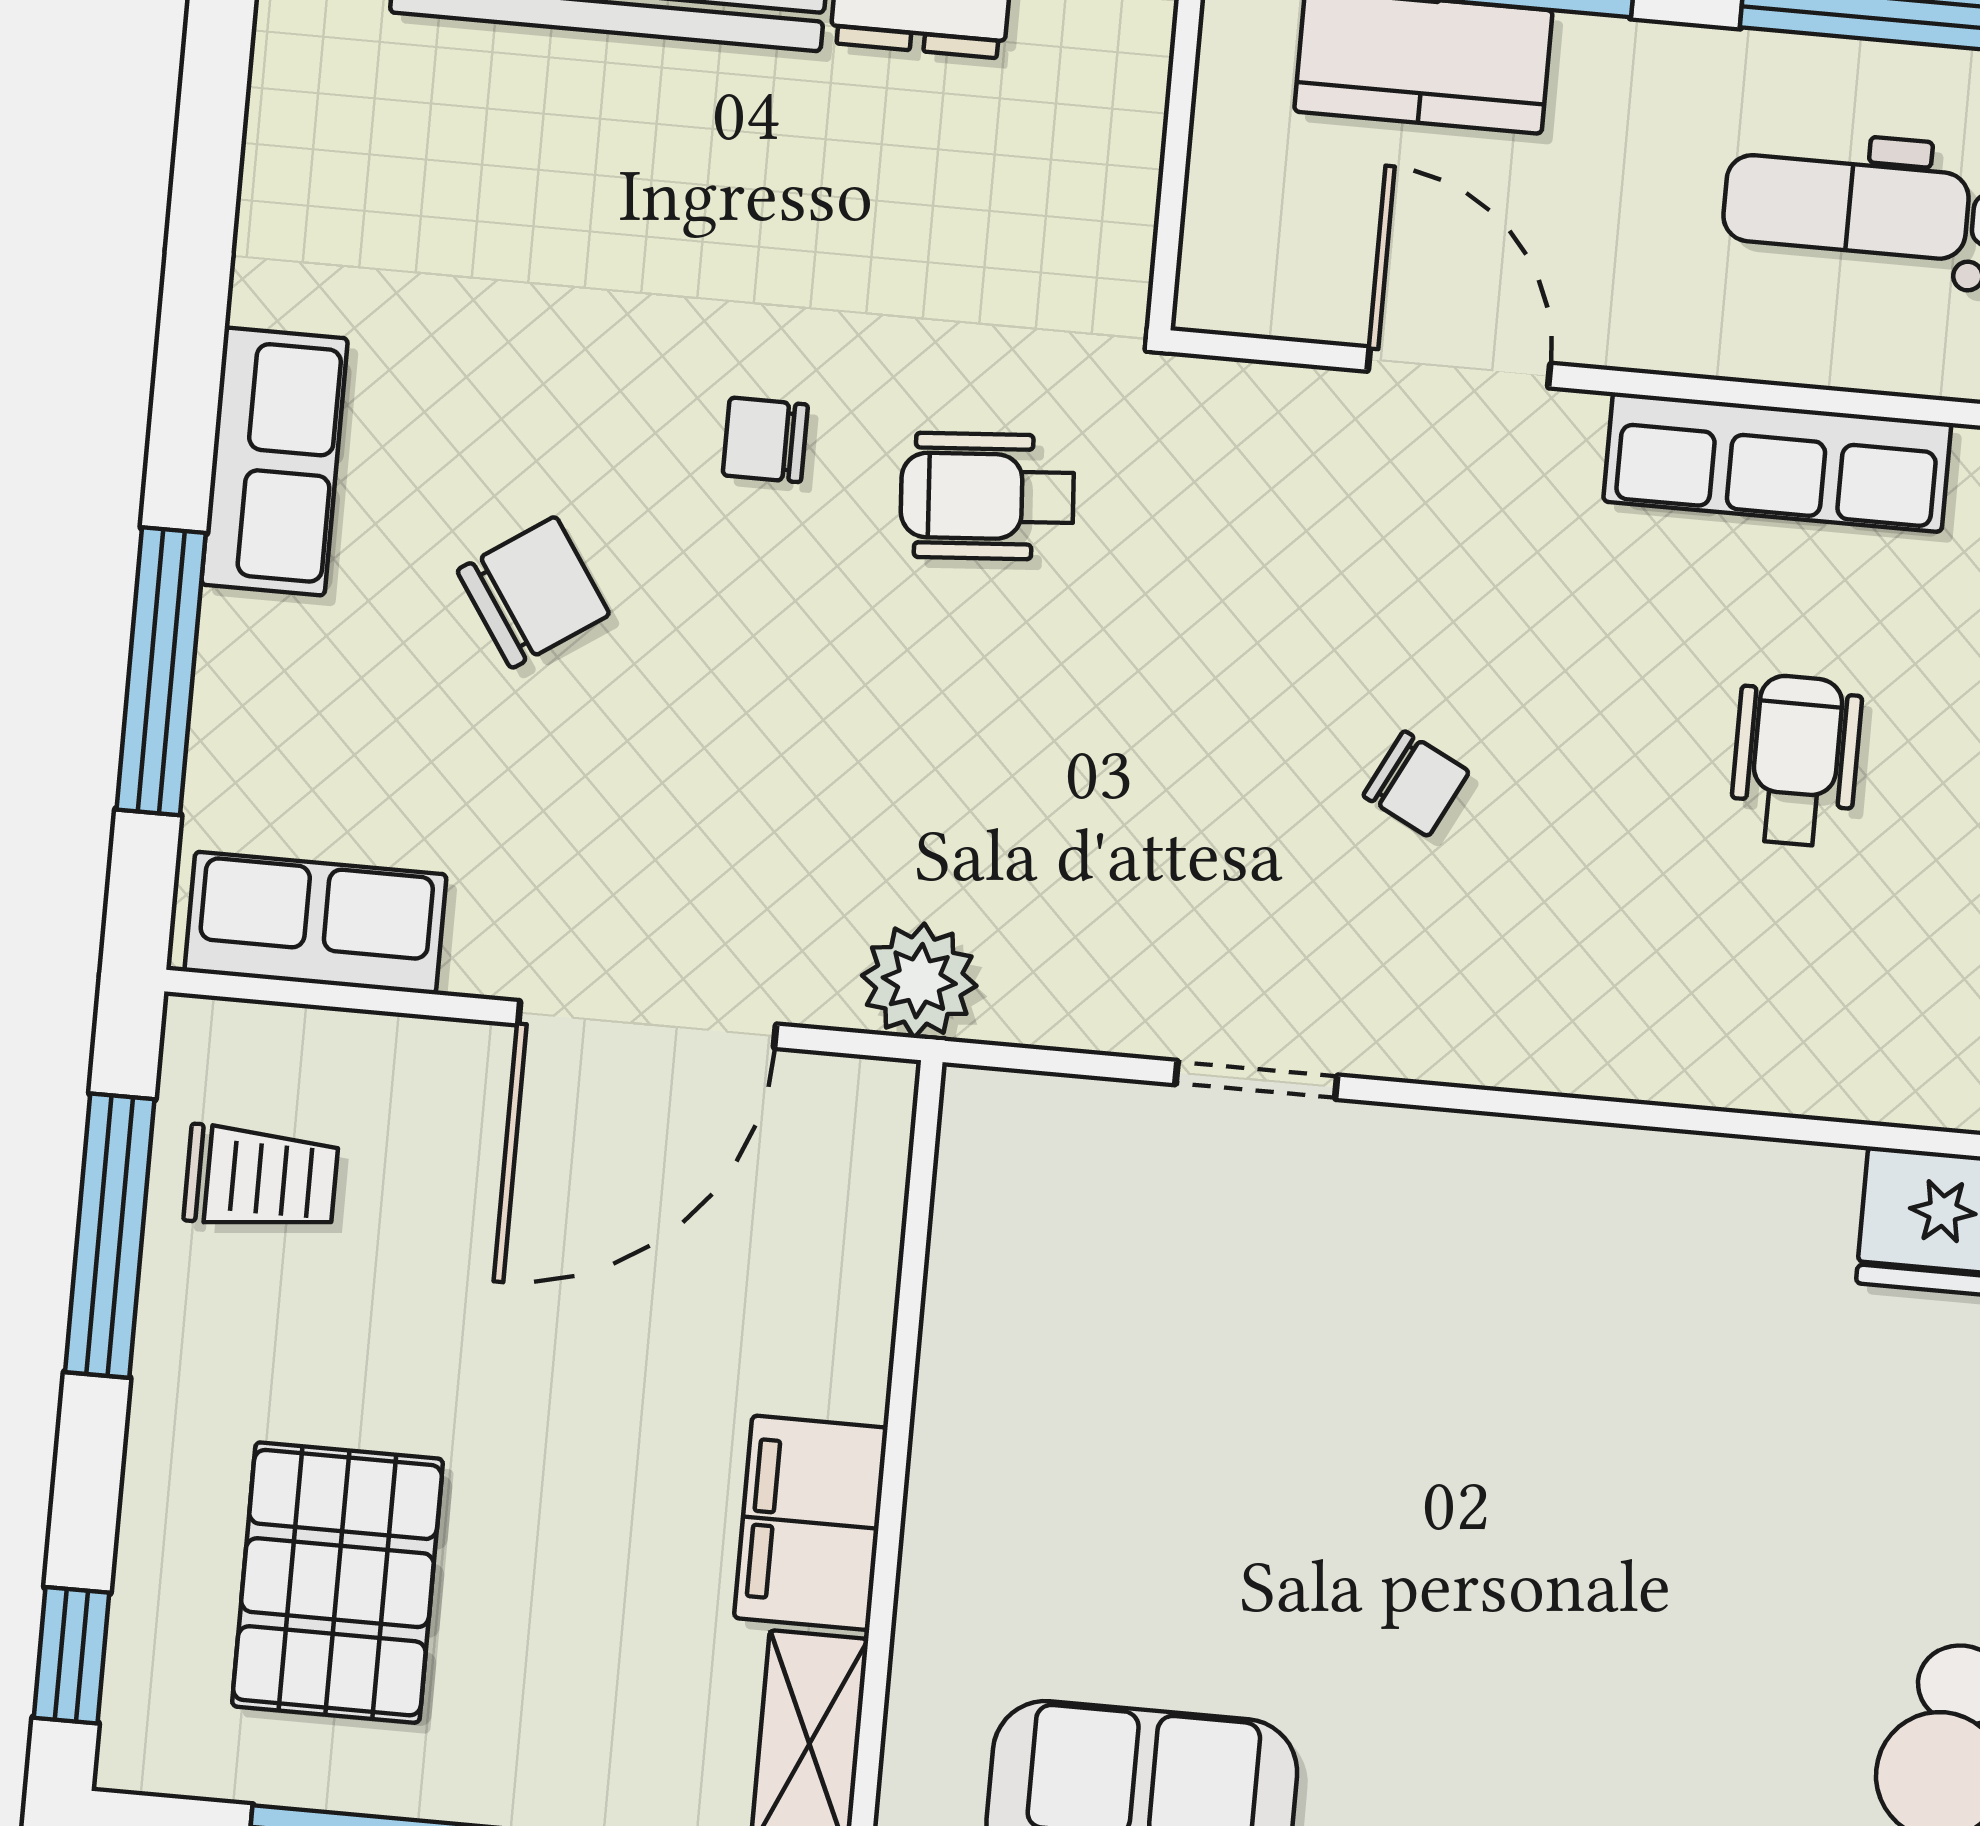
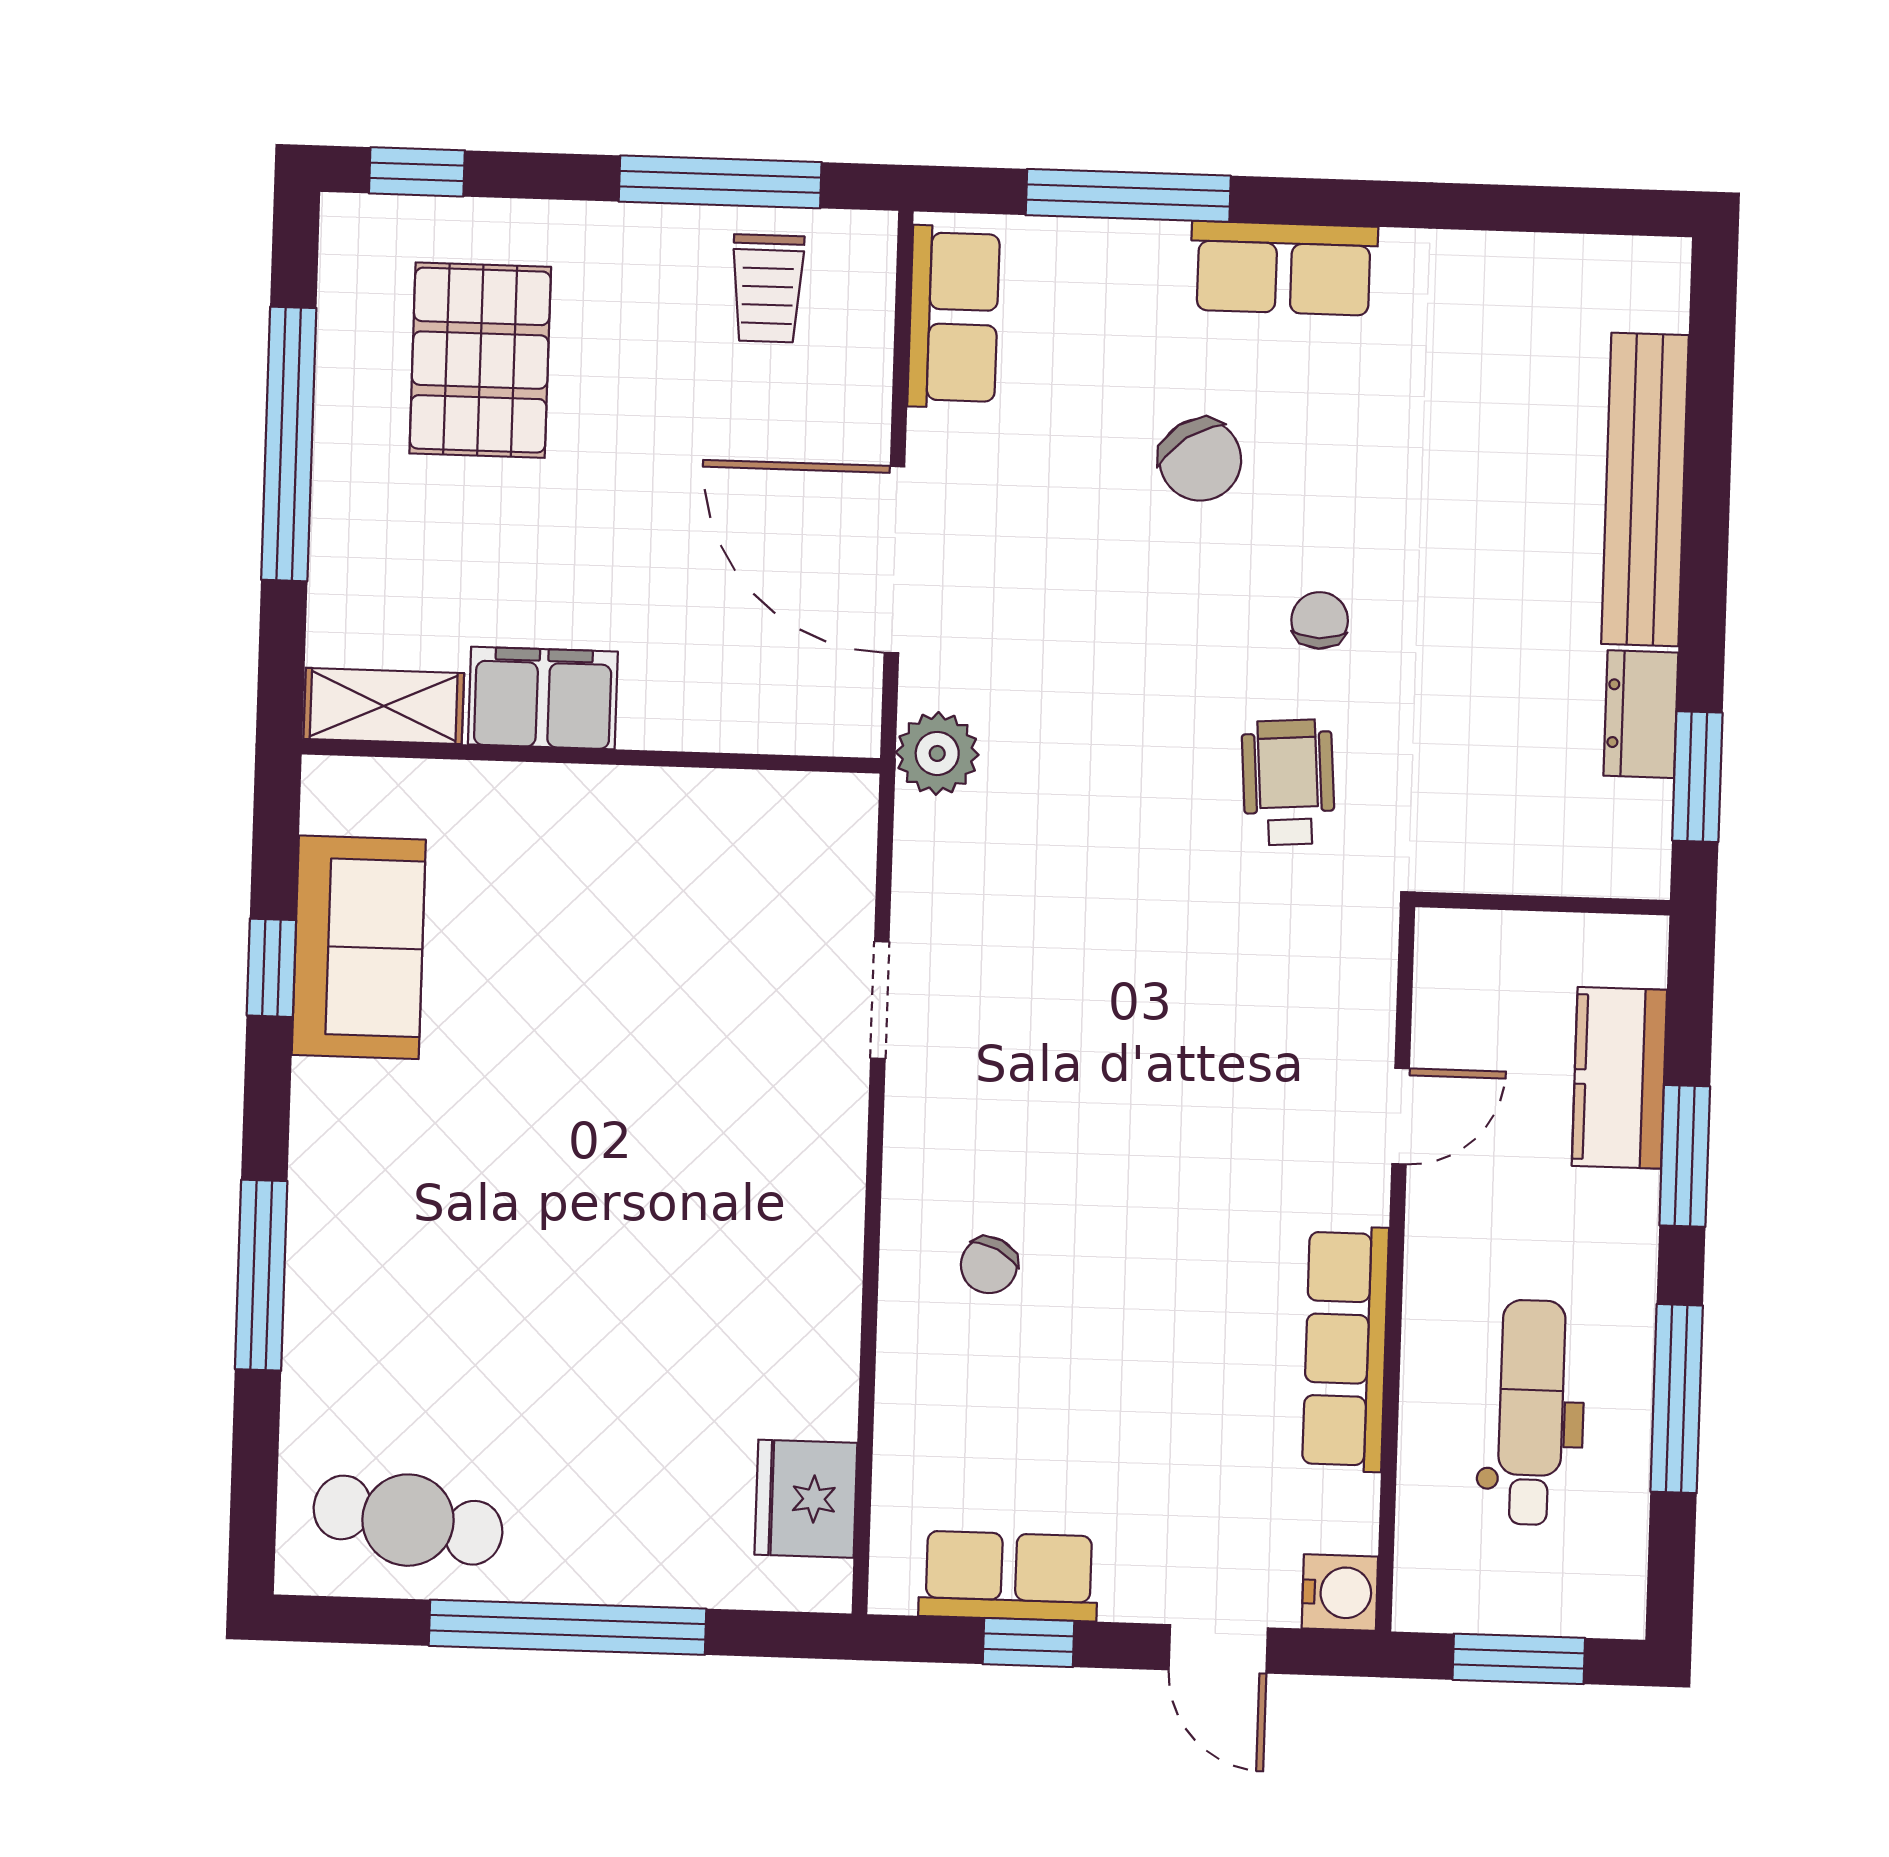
door: (1459, 367) -> (1401, 1116), width x0.73
wheelchair: (1796, 760) -> (1132, 1375), removed
chair: (1416, 784) -> (989, 1265), moved
pallet: (337, 1583) -> (480, 360), turned 90

